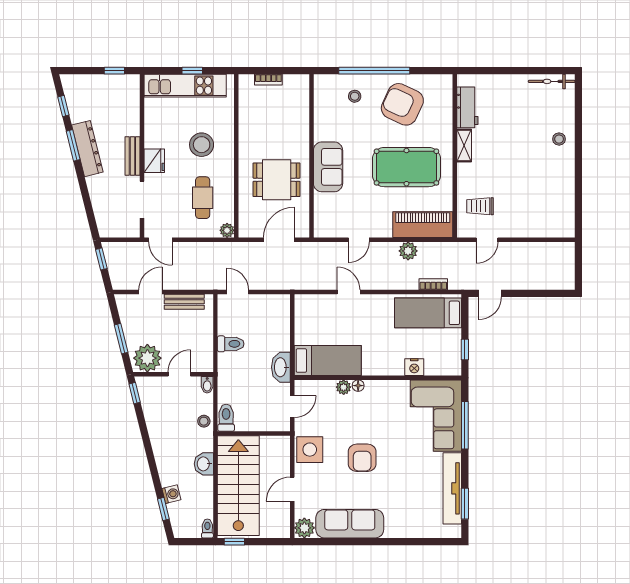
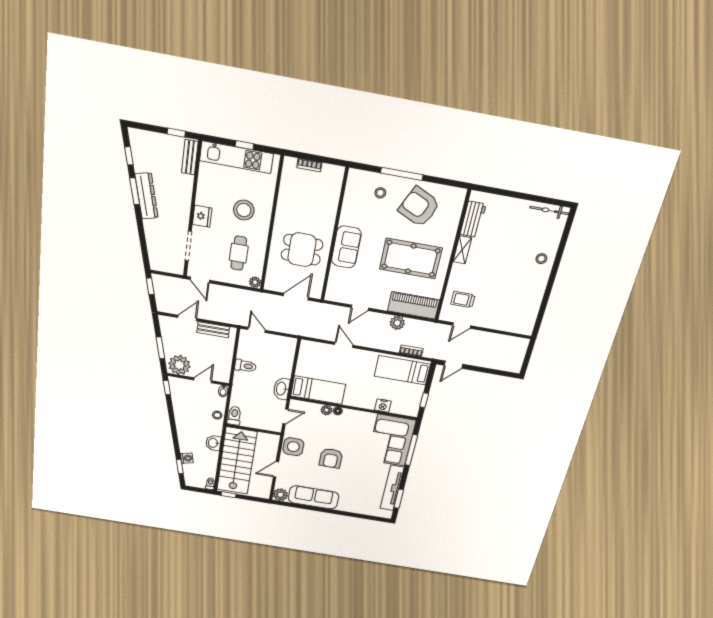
window: (374, 71) -> (402, 174), width x0.68
bench: (132, 156) -> (190, 157), moved

